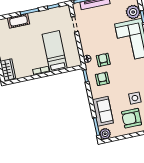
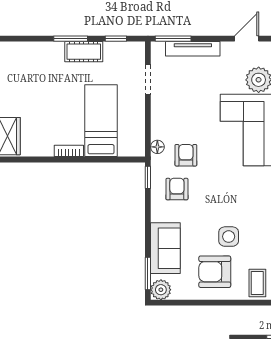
cot: (18, 21) -> (84, 52), moved

